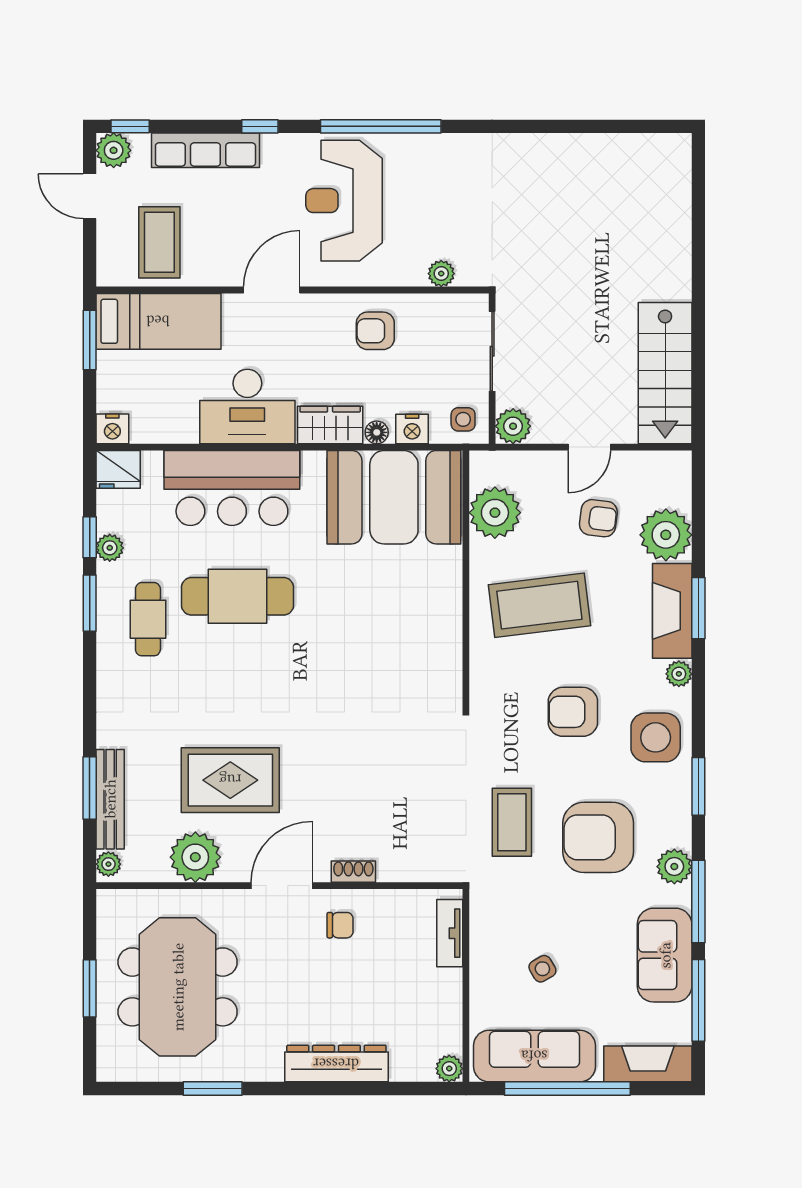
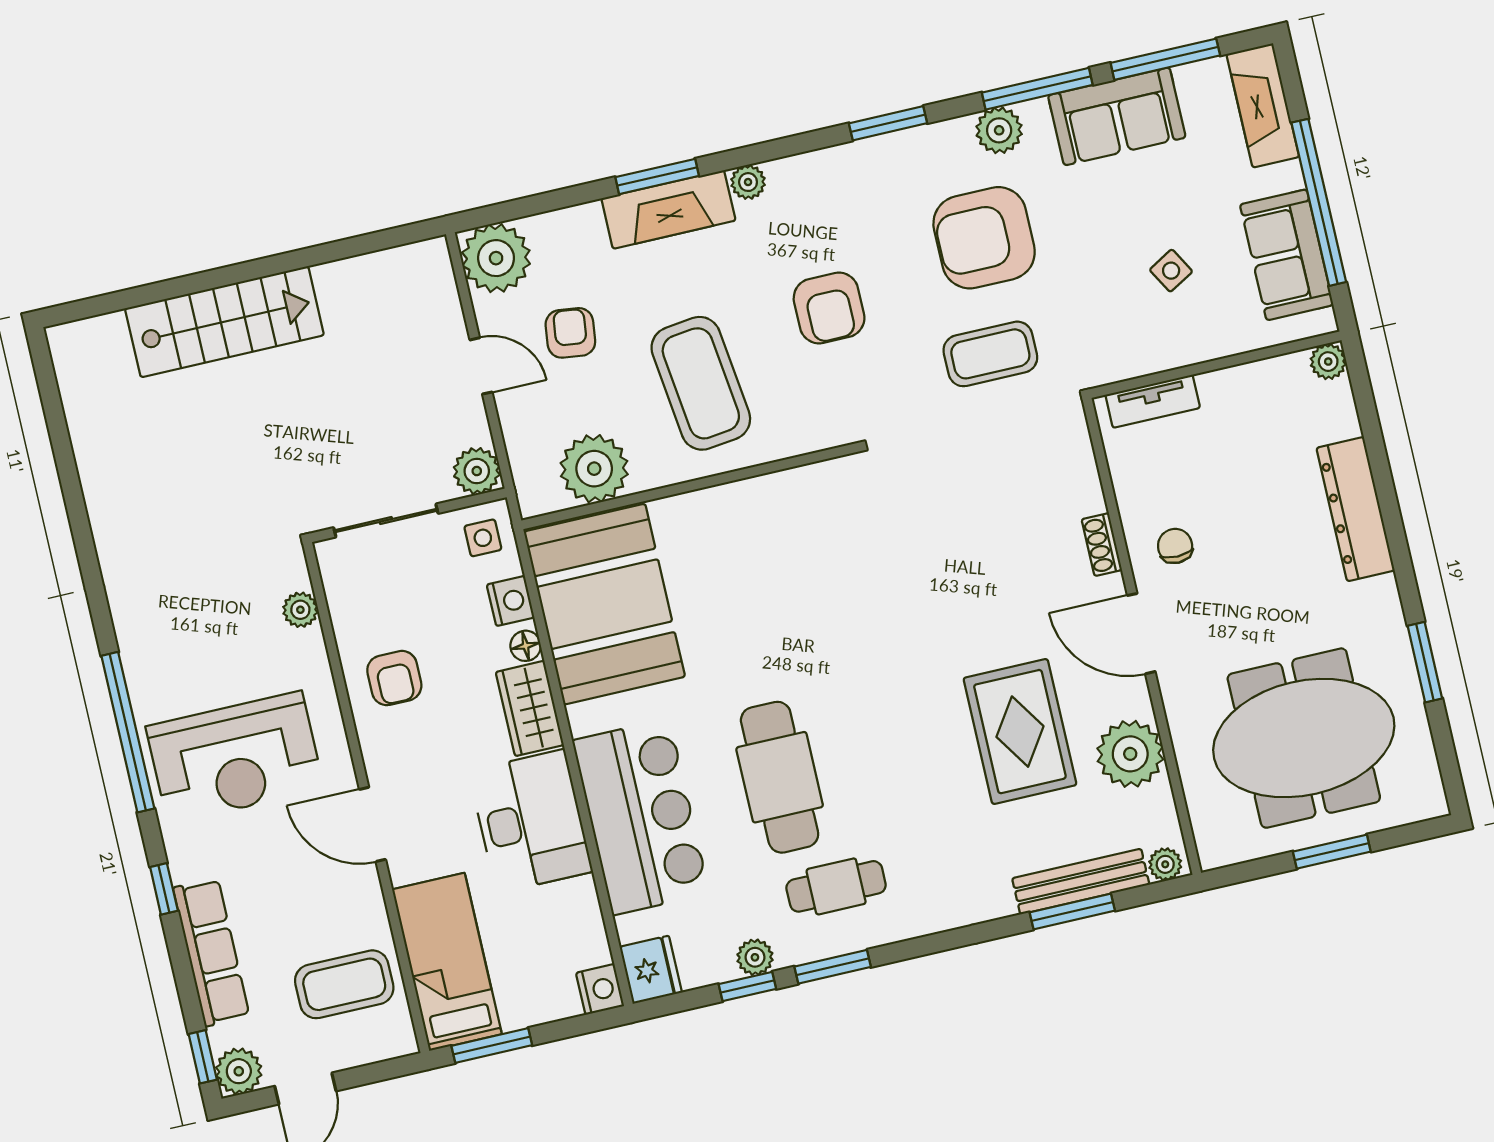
stairs: (665, 373) -> (224, 322), moved
plant: (666, 535) -> (496, 258), moved
side table: (656, 737) -> (837, 193), removed
armchair: (598, 837) -> (984, 238), turned 90
sofa: (534, 1056) -> (1287, 255), width x0.73

